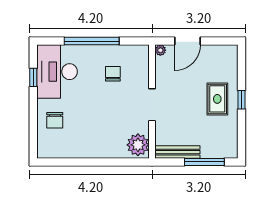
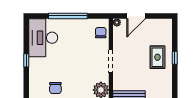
chair: (113, 74) -> (101, 33), moved
window: (33, 77) -> (26, 60), moved
chair: (55, 120) -> (55, 88), moved

